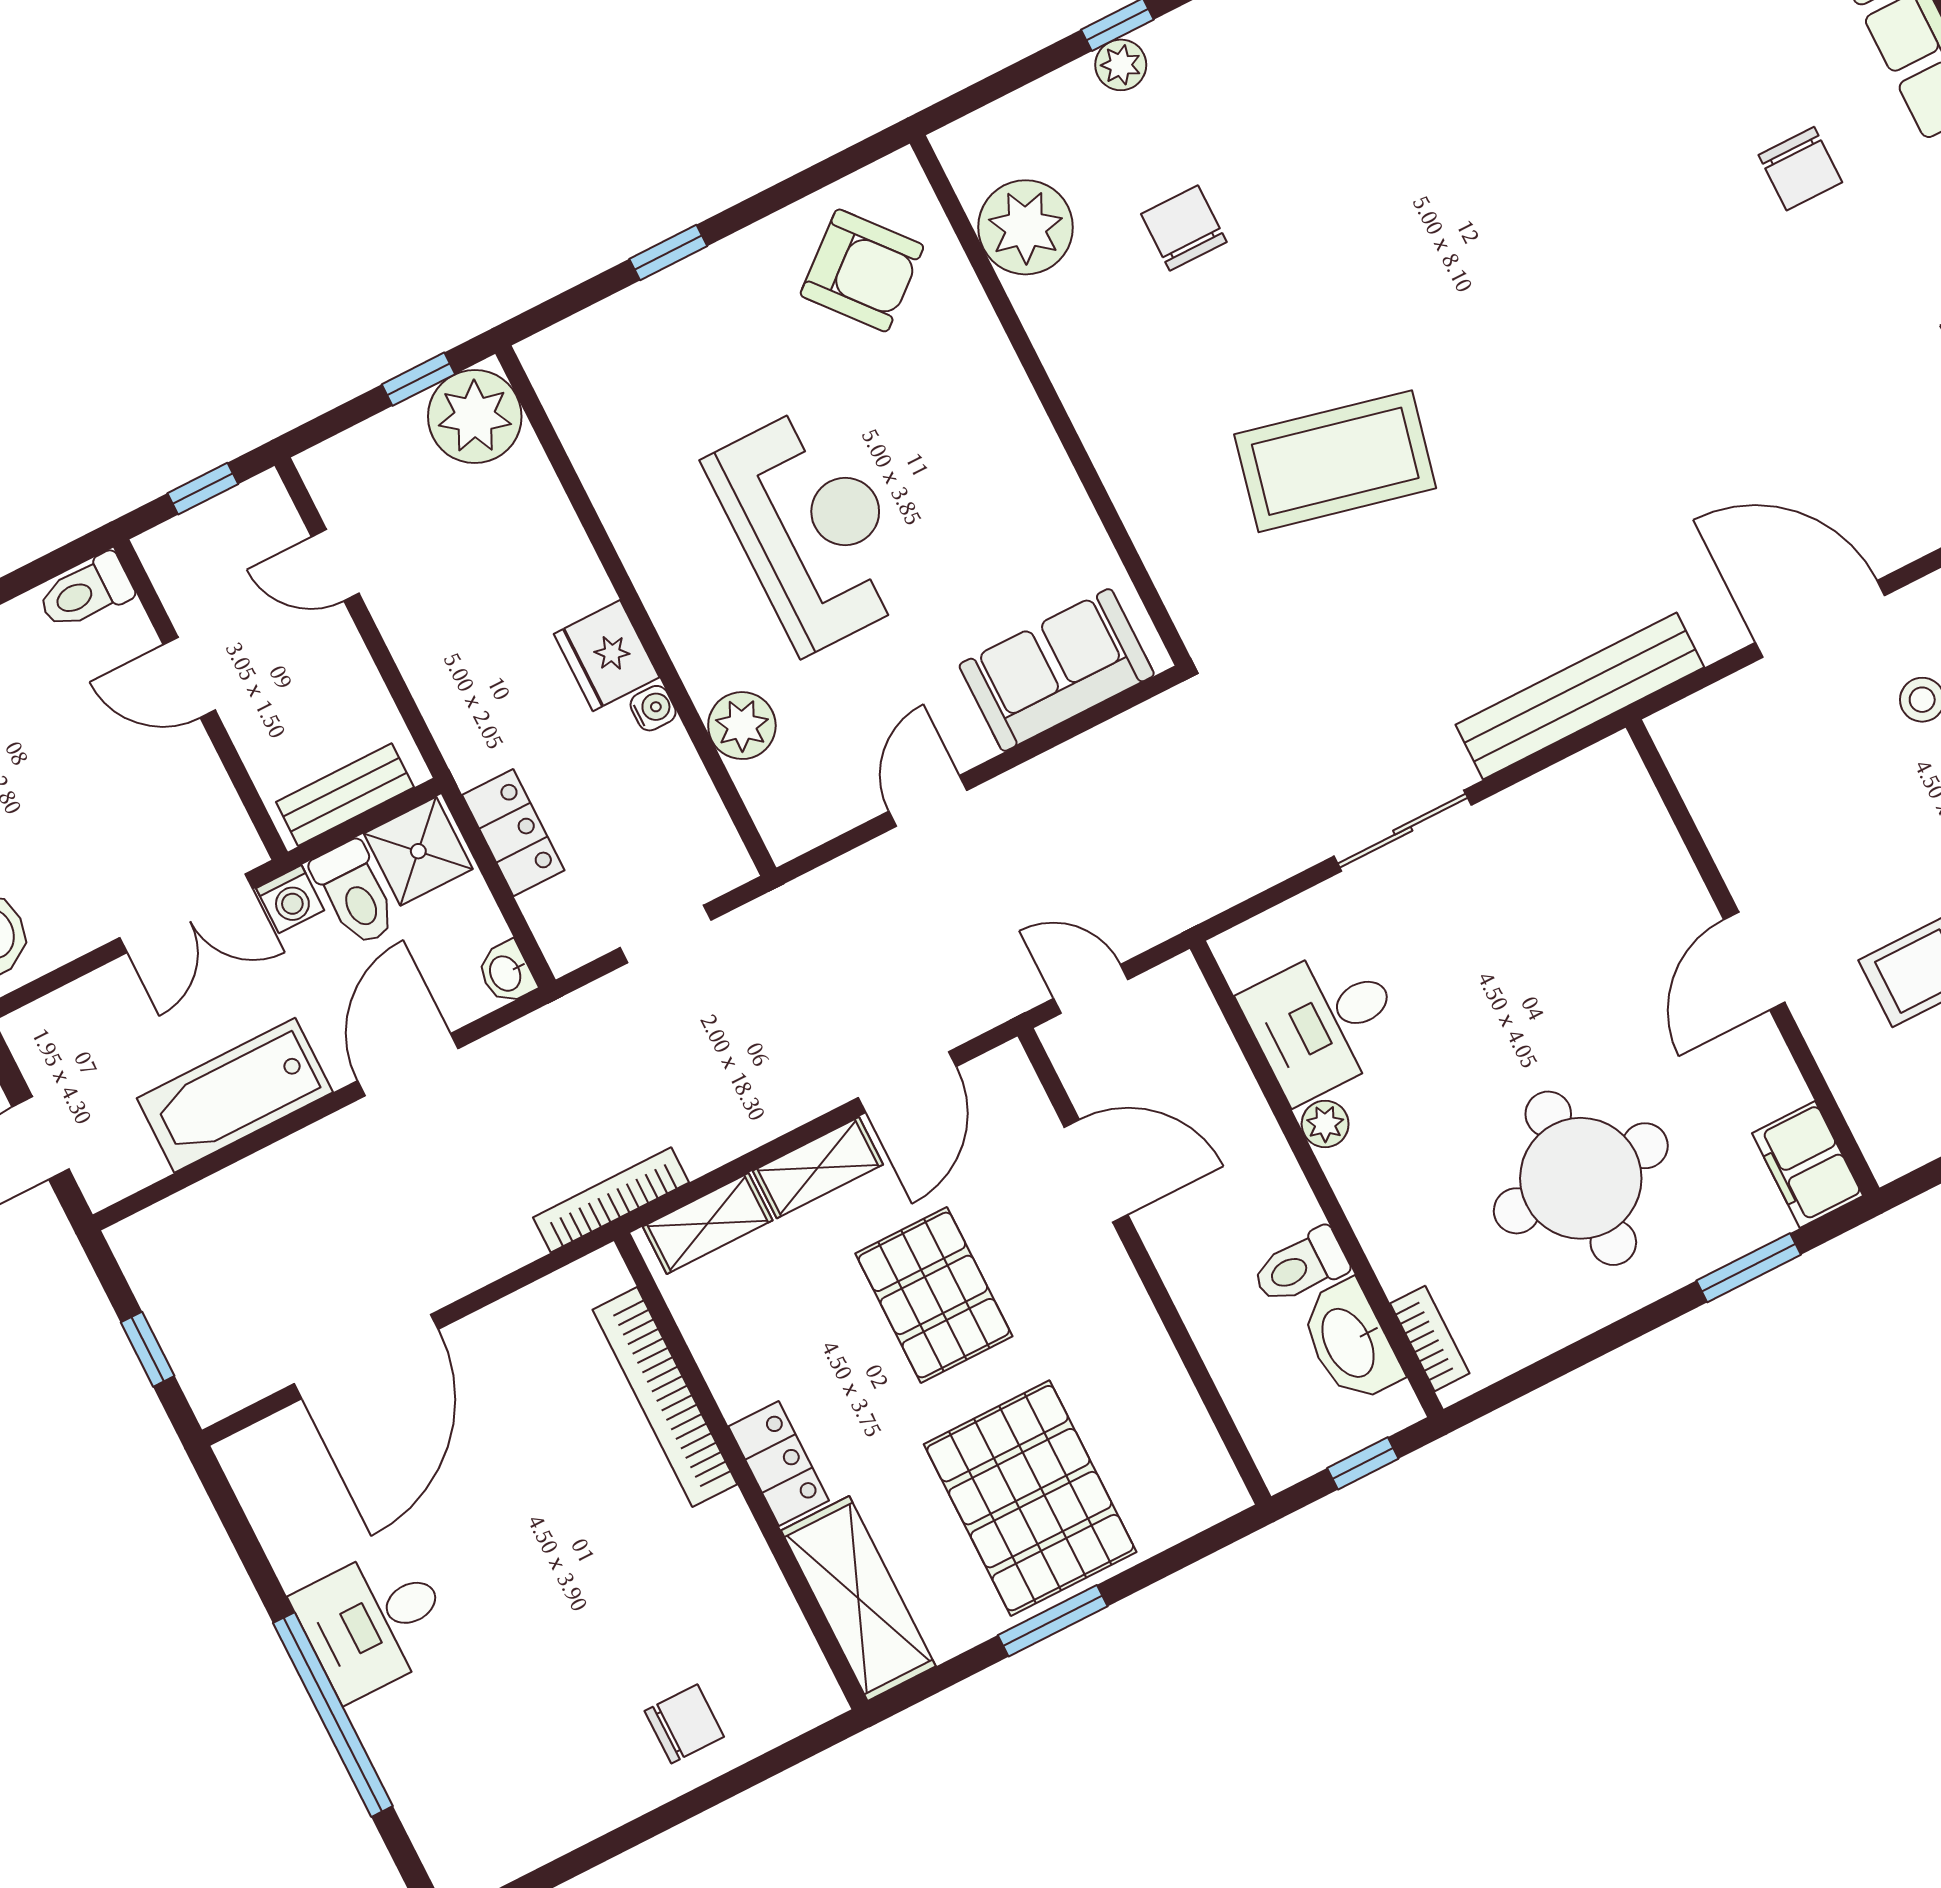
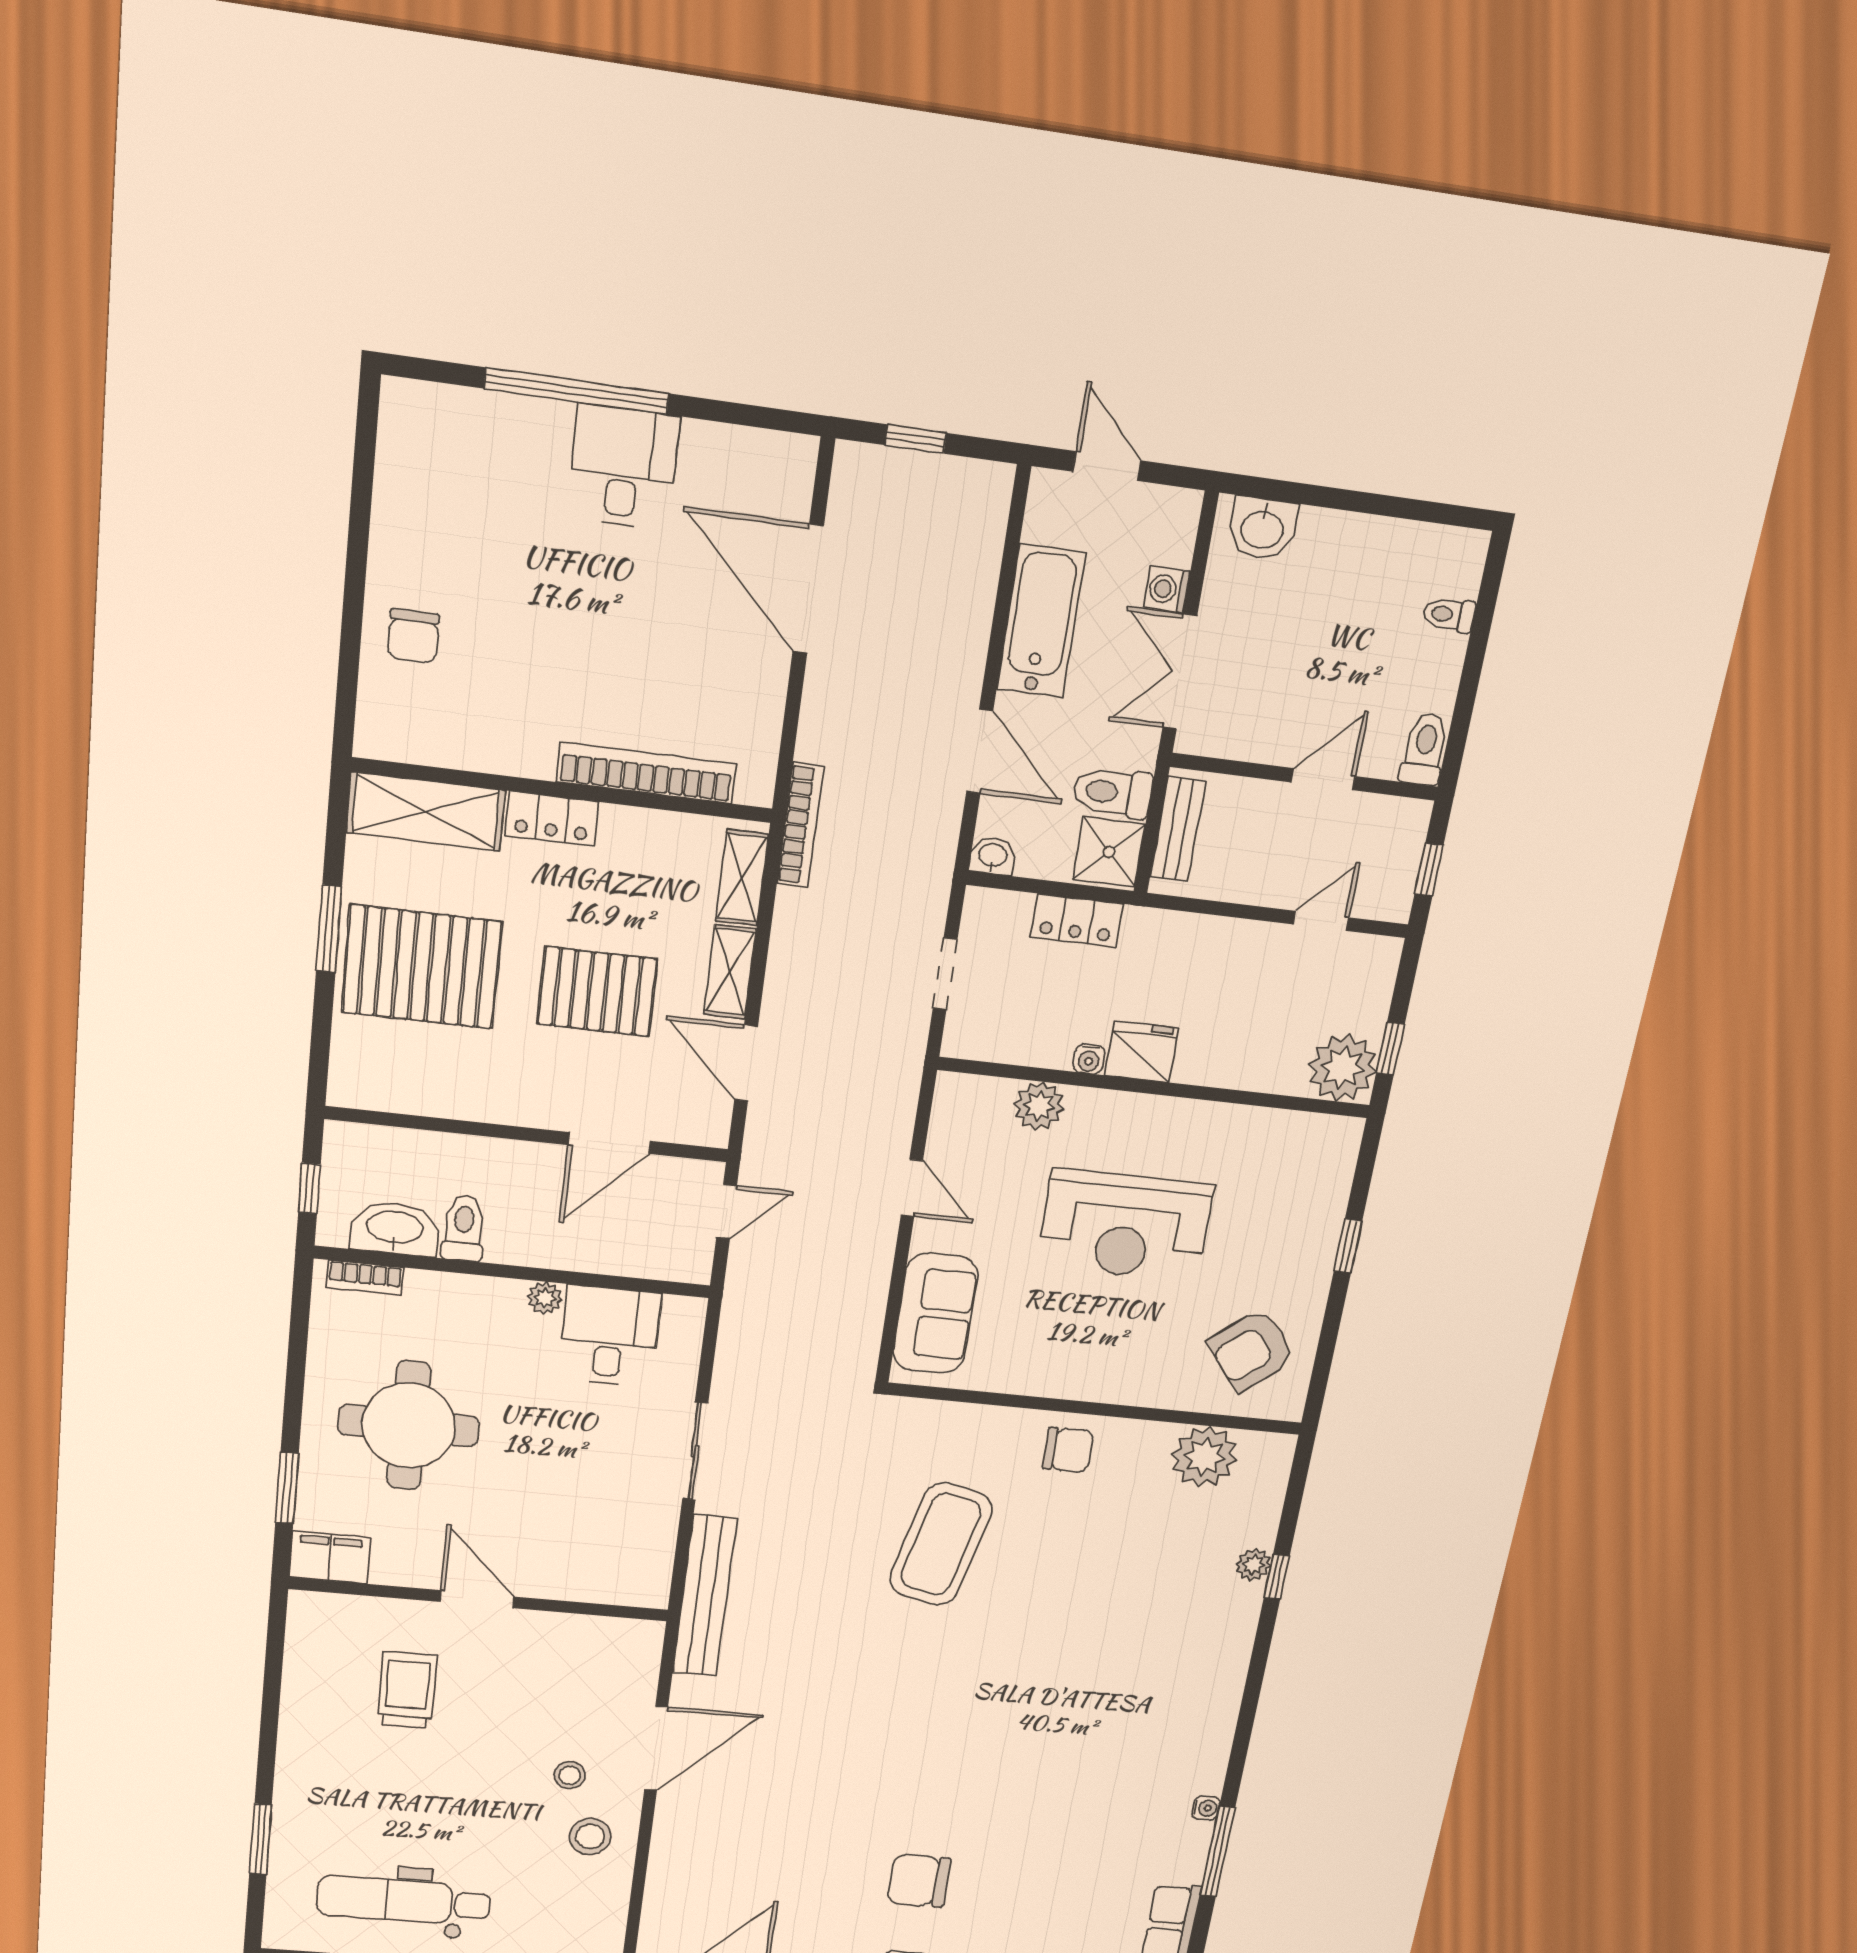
chair: (1800, 169) -> (919, 1881), width x1.37, depth x1.37
chair: (1184, 228) -> (1068, 1450), moved
washing machine: (290, 899) -> (1167, 589), moved

